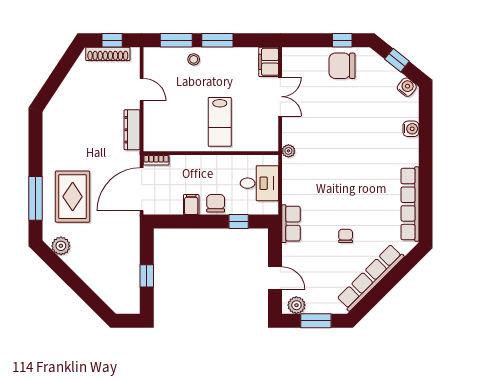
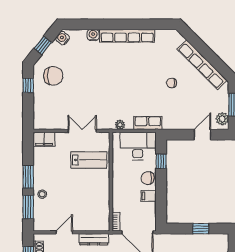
chair: (342, 66) -> (53, 76), moved, turned -90
double door: (280, 97) -> (82, 131), moved
lab bench: (220, 122) -> (89, 160), moved
plant: (288, 151) -> (120, 125), moved
desk: (259, 183) -> (138, 146), width x1.37
row of seats: (410, 204) -> (127, 36), moved
row of seats: (291, 224) -> (148, 123), moved

